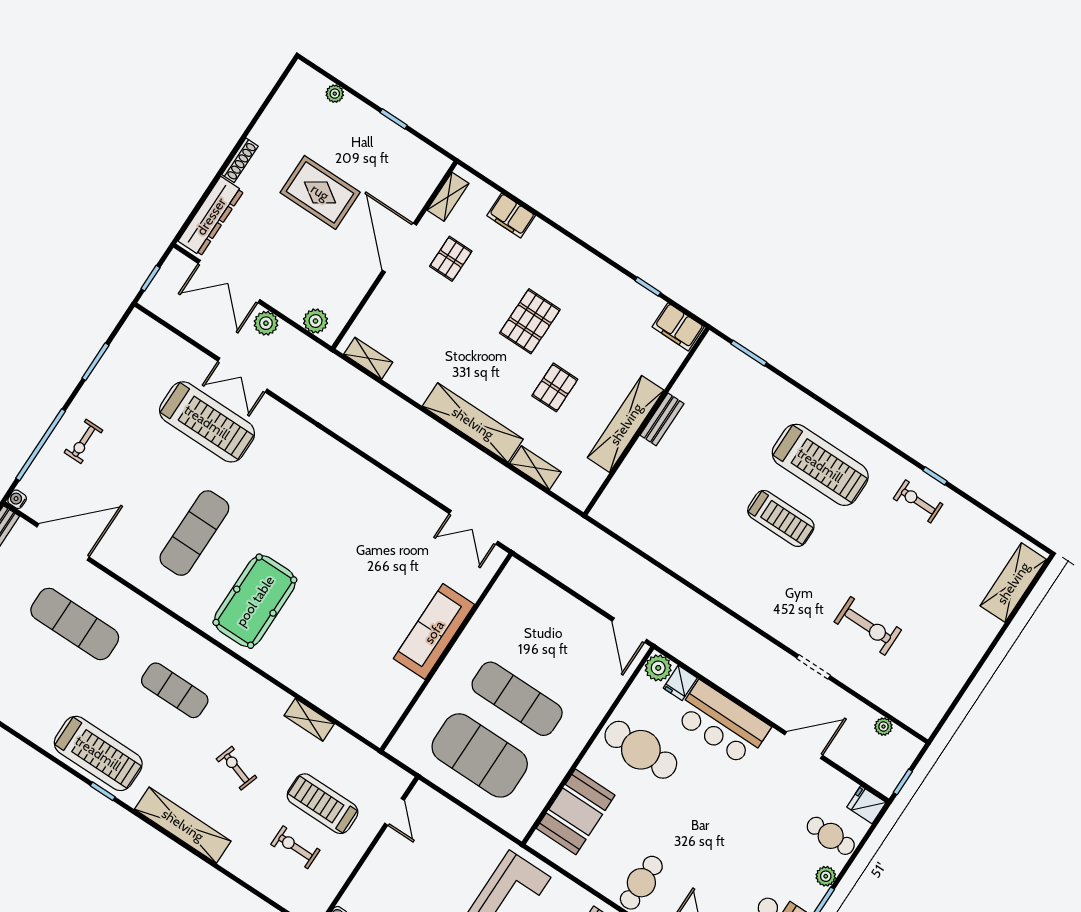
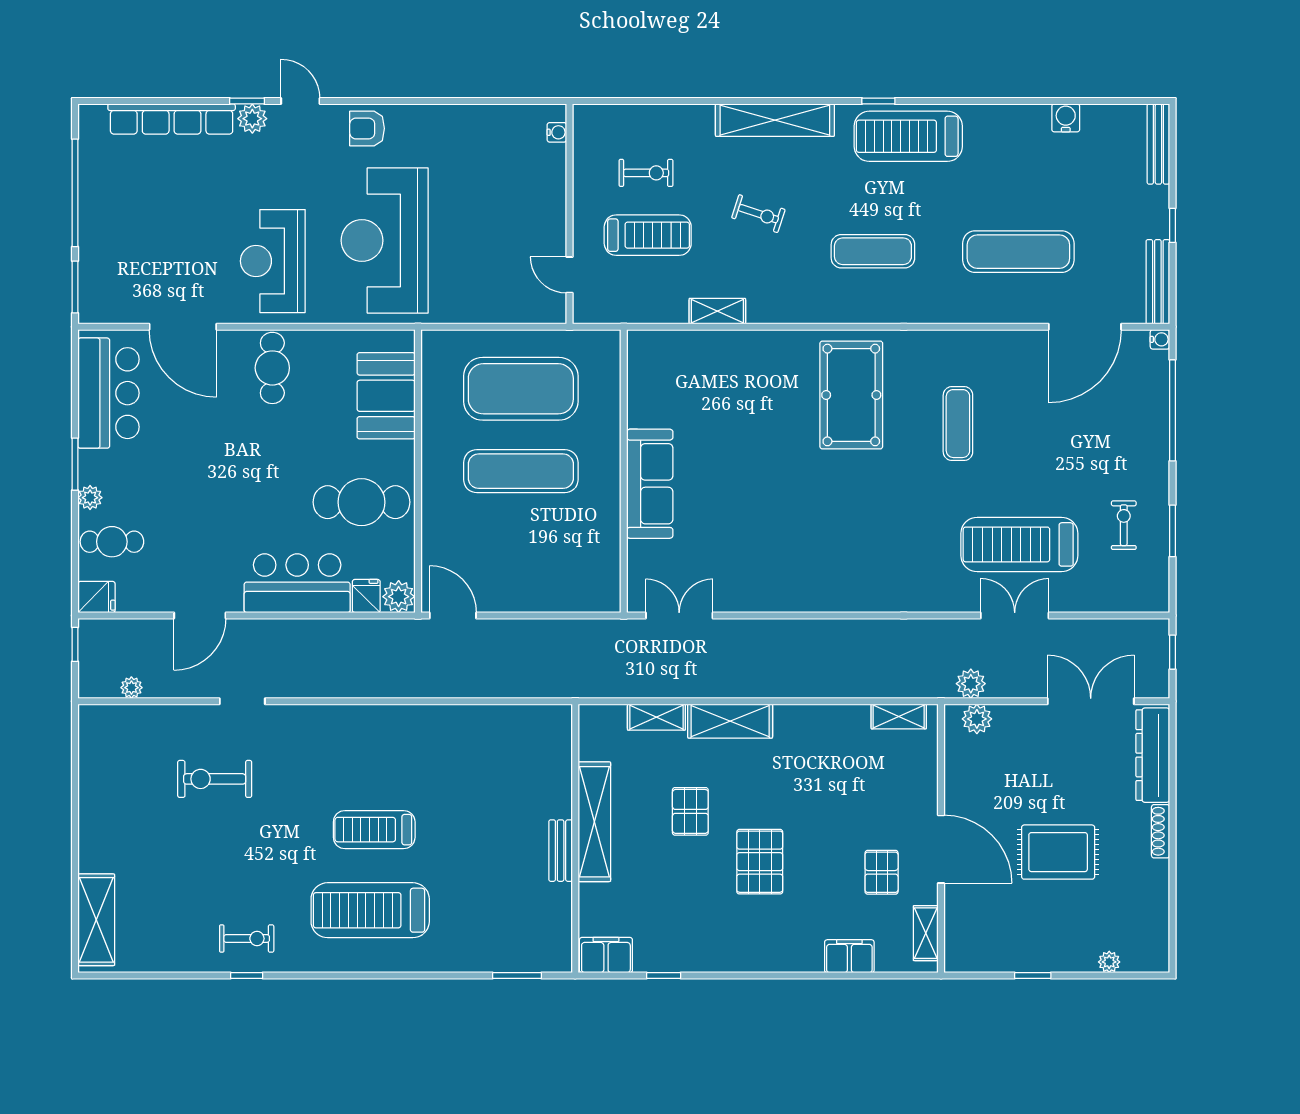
plant: (266, 323) -> (971, 684), moved
shelving: (473, 423) -> (730, 721), width x0.68
exercise bike: (83, 441) -> (1124, 525), moved
exercise mat: (194, 533) -> (958, 424), width x0.73, depth x0.69

